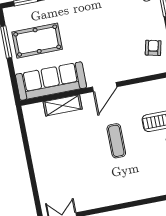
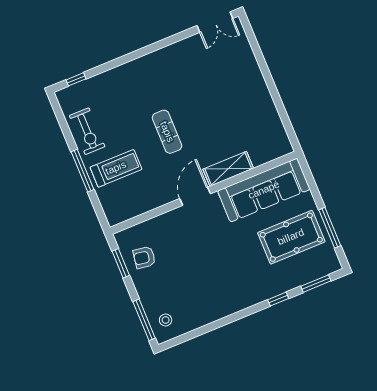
armchair: (153, 48) -> (144, 257), turned 86
shelving: (63, 105) -> (228, 169), moved

